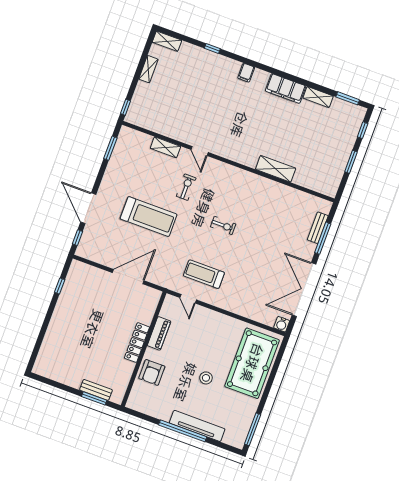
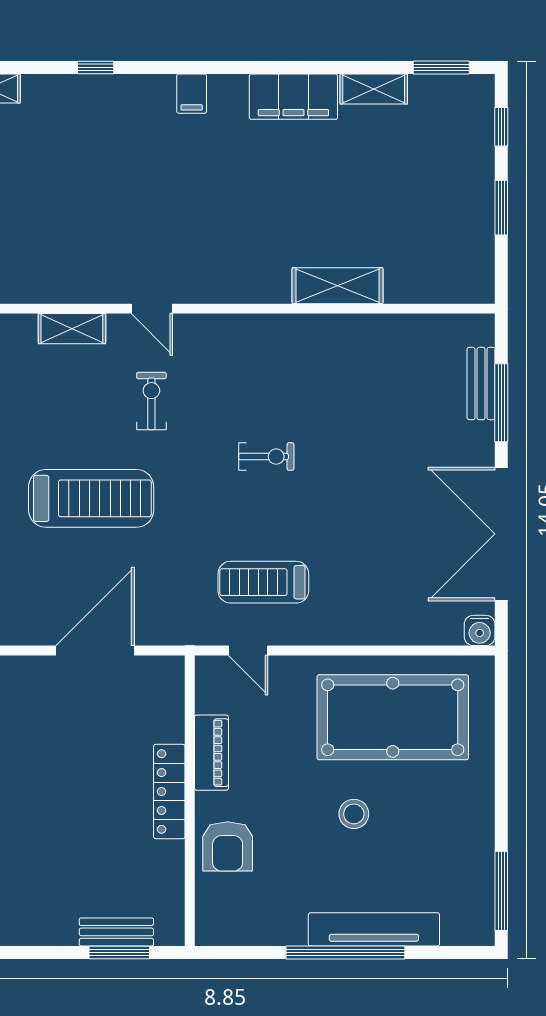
pool table: (252, 363) -> (393, 717), moved, turned 90

